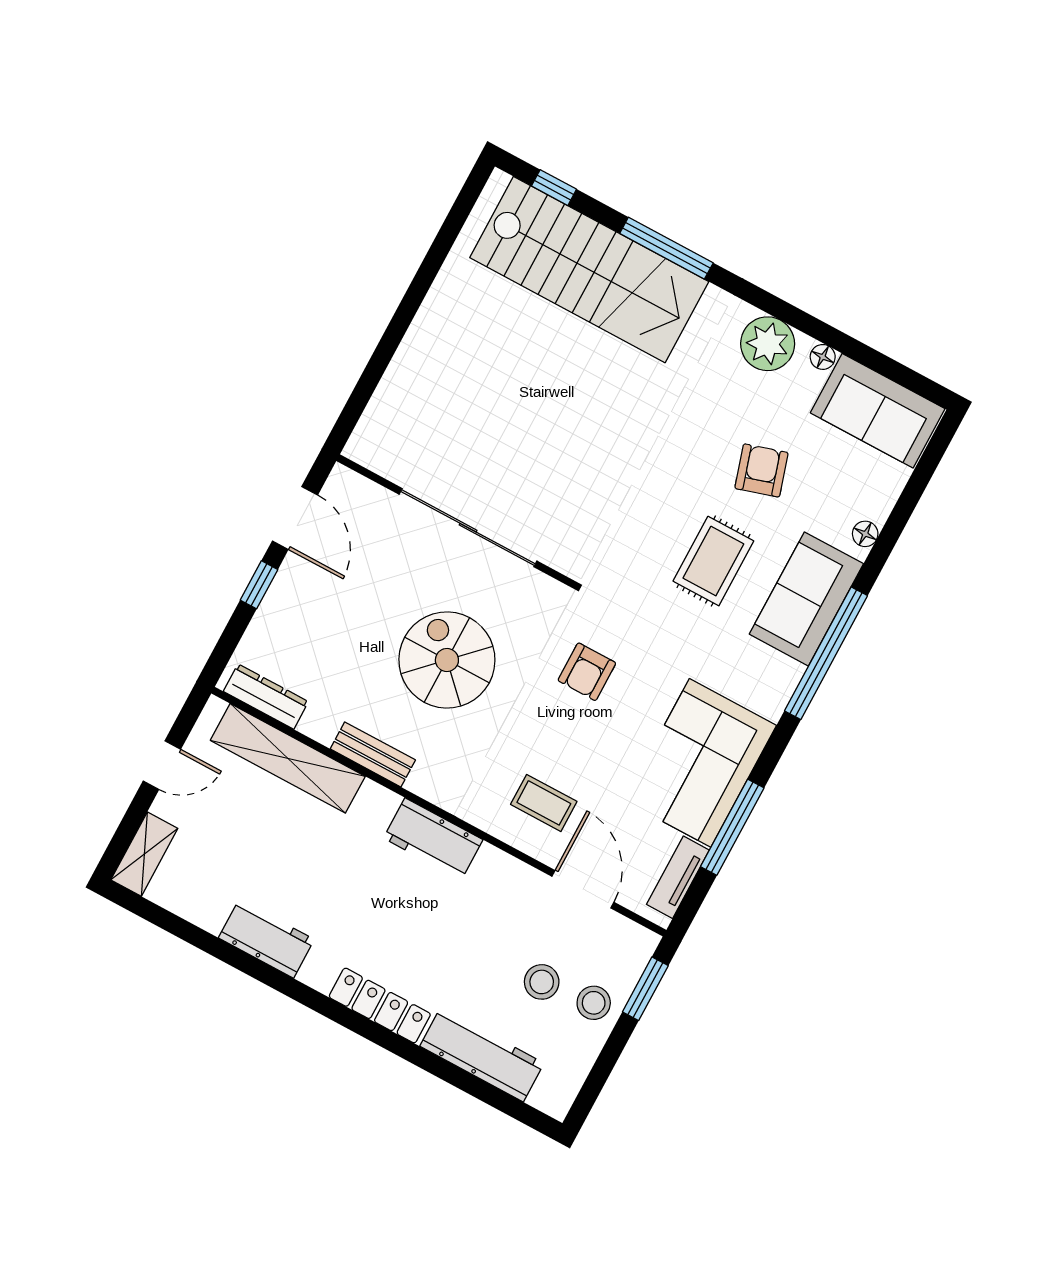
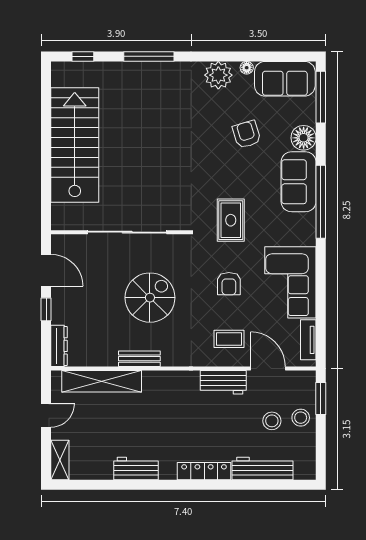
stairs: (589, 270) -> (75, 145), moved, turned -90
floor lamp: (865, 534) -> (304, 138), width x1.89, depth x1.89
rug: (713, 561) -> (231, 220), moved
spiral stairs: (447, 660) -> (150, 298), turned 90
armchair: (587, 672) -> (229, 284), moved
dresser: (266, 697) -> (59, 346), moved, turned 90
window: (732, 827) -> (321, 97), moved
workbench: (433, 839) -> (223, 382), moved

